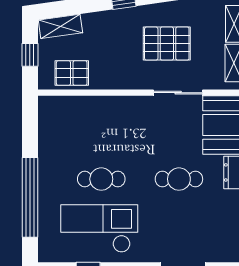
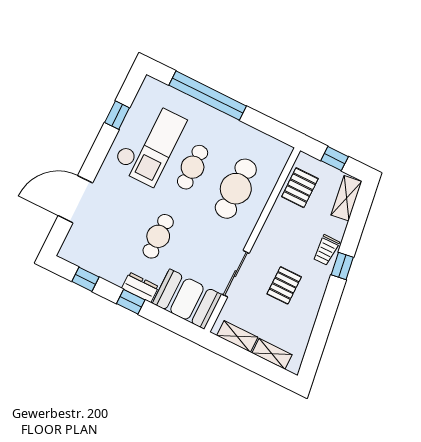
trolley: (116, 22) -> (326, 250), added
pallet: (167, 44) -> (284, 285), width x0.67, depth x0.71
cafe table: (101, 130) -> (236, 189), added

